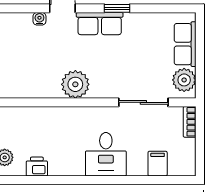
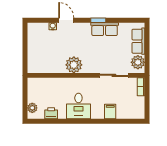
row of seats: (100, 24) -> (105, 29), moved
desk: (106, 154) -> (78, 106), moved
filing cabinet: (158, 164) -> (110, 111), moved

